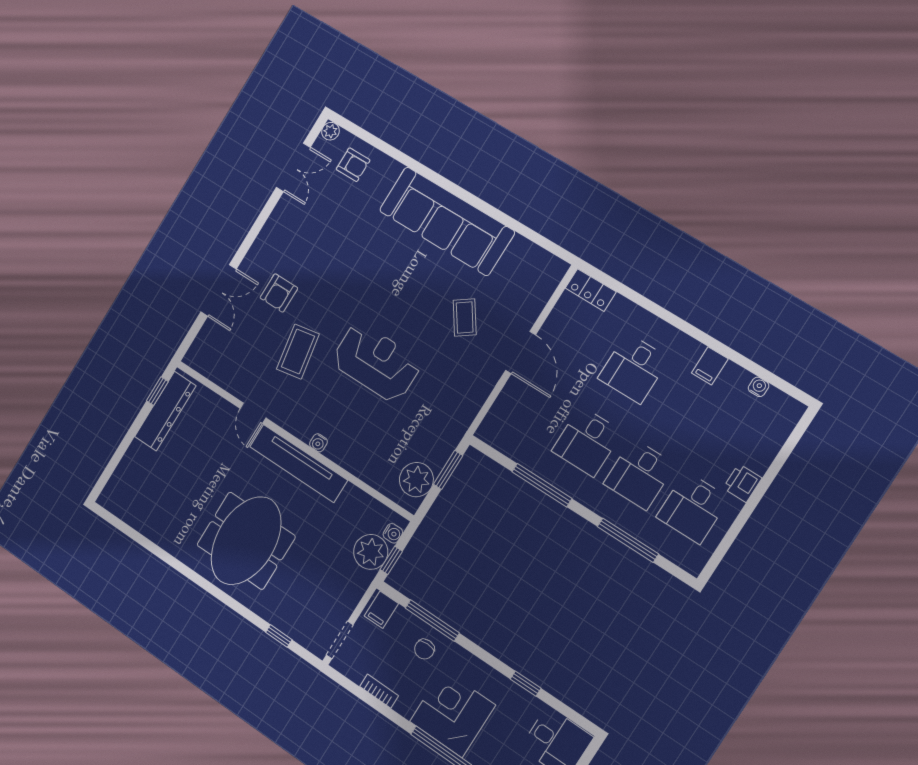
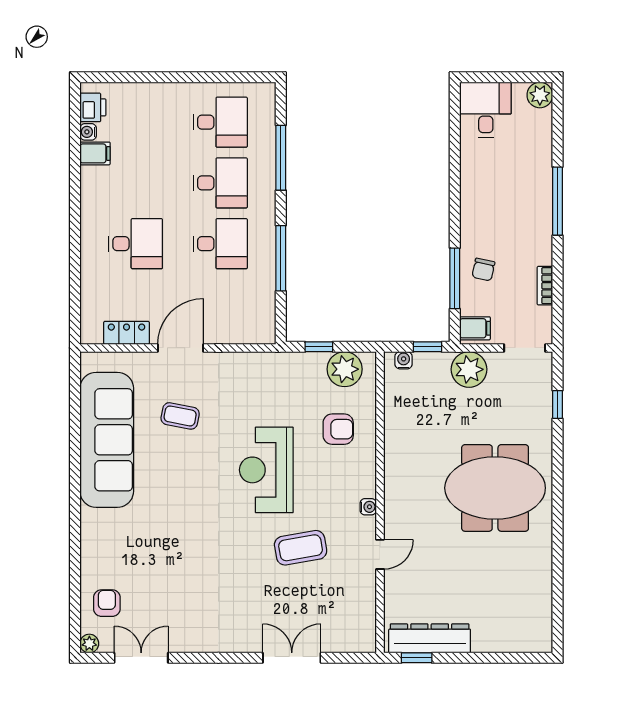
sofa: (447, 221) -> (107, 440), moved
locker: (591, 290) -> (127, 333), moved, turned -90
armchair: (279, 293) -> (338, 429), moved
coffee table: (465, 317) -> (180, 416), turned 46
filing cabinet: (710, 366) -> (95, 153), moved
water cooler: (318, 443) -> (368, 507), moved
tv unit: (298, 463) -> (398, 484), removed
window: (448, 470) -> (319, 347), width x0.67
printer: (742, 483) -> (93, 107), moved, turned -90
plant: (371, 552) -> (469, 369), moved
chair: (424, 649) -> (483, 270), turned 102
window: (526, 684) -> (455, 166), removed
corner desk: (452, 713) -> (521, 211), removed

